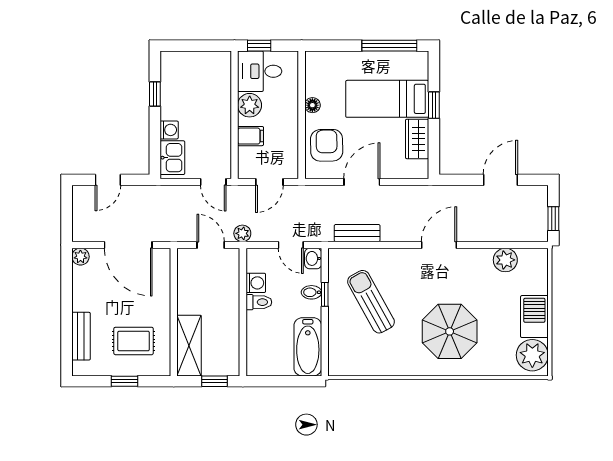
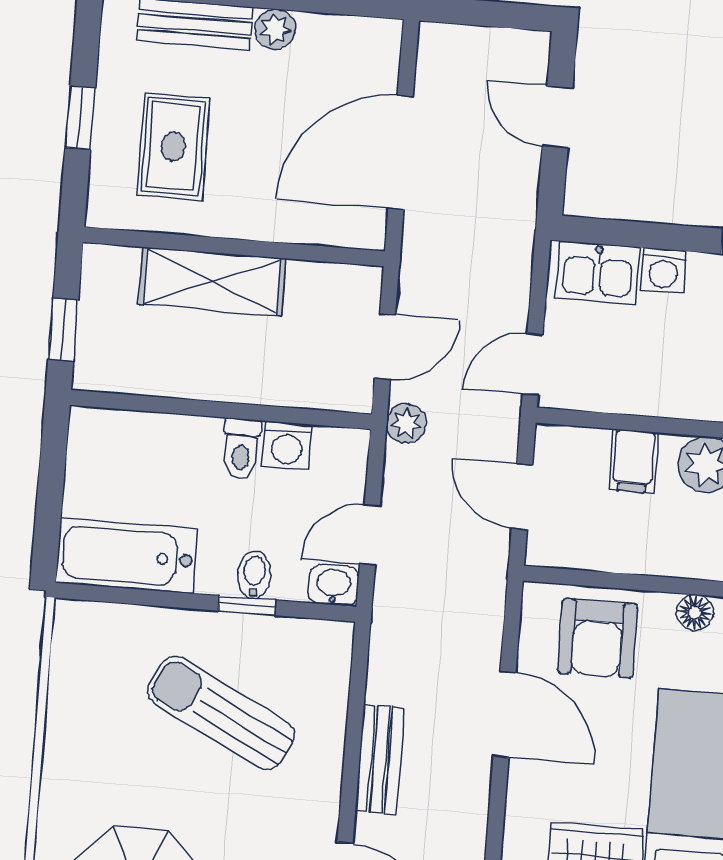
armchair: (327, 145) -> (598, 638), turned 91
bench: (357, 233) -> (380, 759), moved
plant: (80, 257) -> (275, 29), moved
sun lounger: (371, 302) -> (221, 713), turned -124
shelving: (189, 346) -> (212, 281), moved

